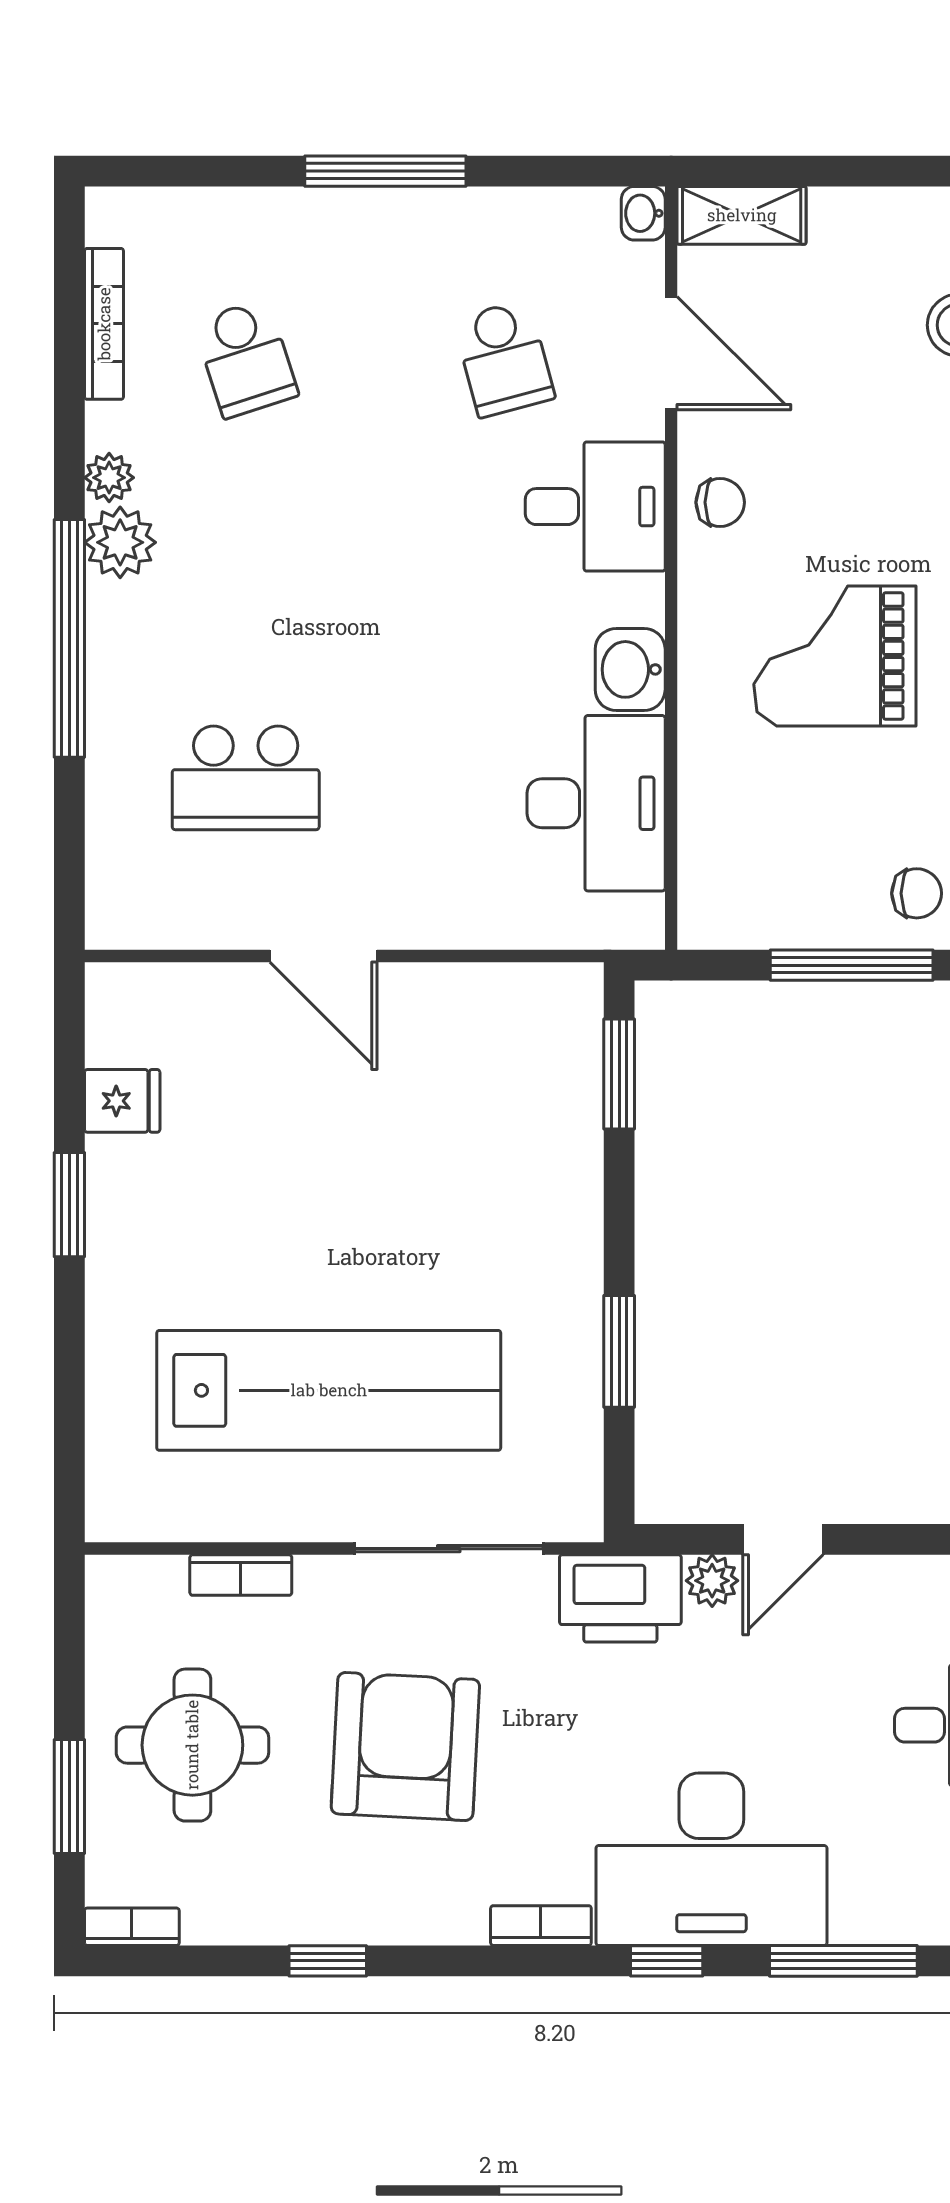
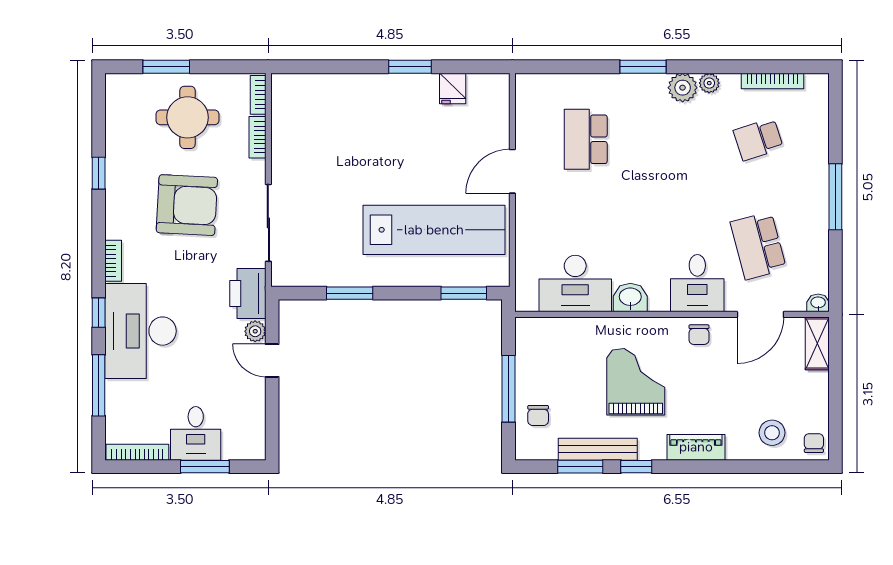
school desk: (504, 358) -> (758, 246), width x1.85
window: (69, 638) -> (643, 67), width x0.47
lab bench: (329, 1390) -> (434, 230), moved, turned -90
bookcase: (132, 1927) -> (258, 95), moved, turned 180

